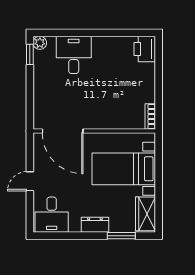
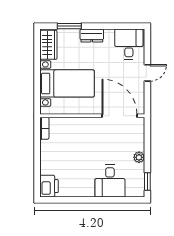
plant: (40, 43) -> (139, 157), moved

